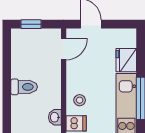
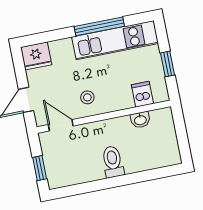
fridge: (126, 60) -> (36, 56), moved
stool: (80, 100) -> (87, 97), moved

